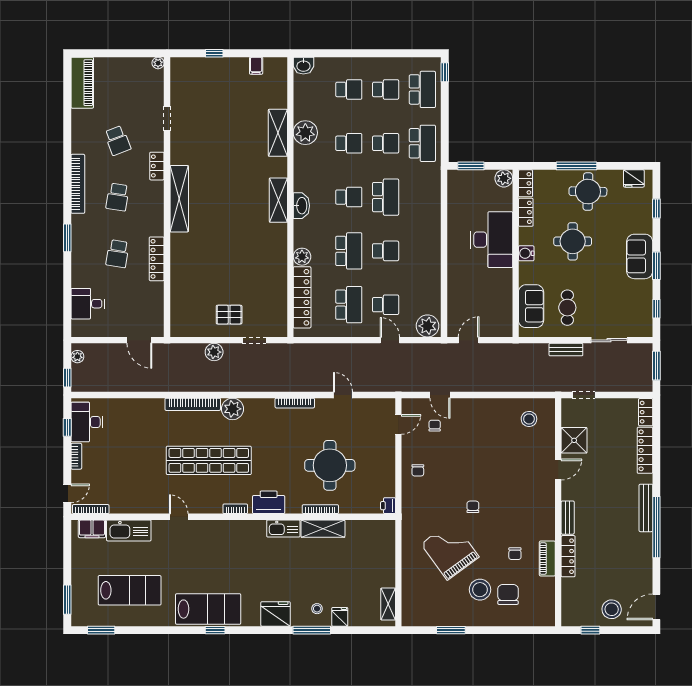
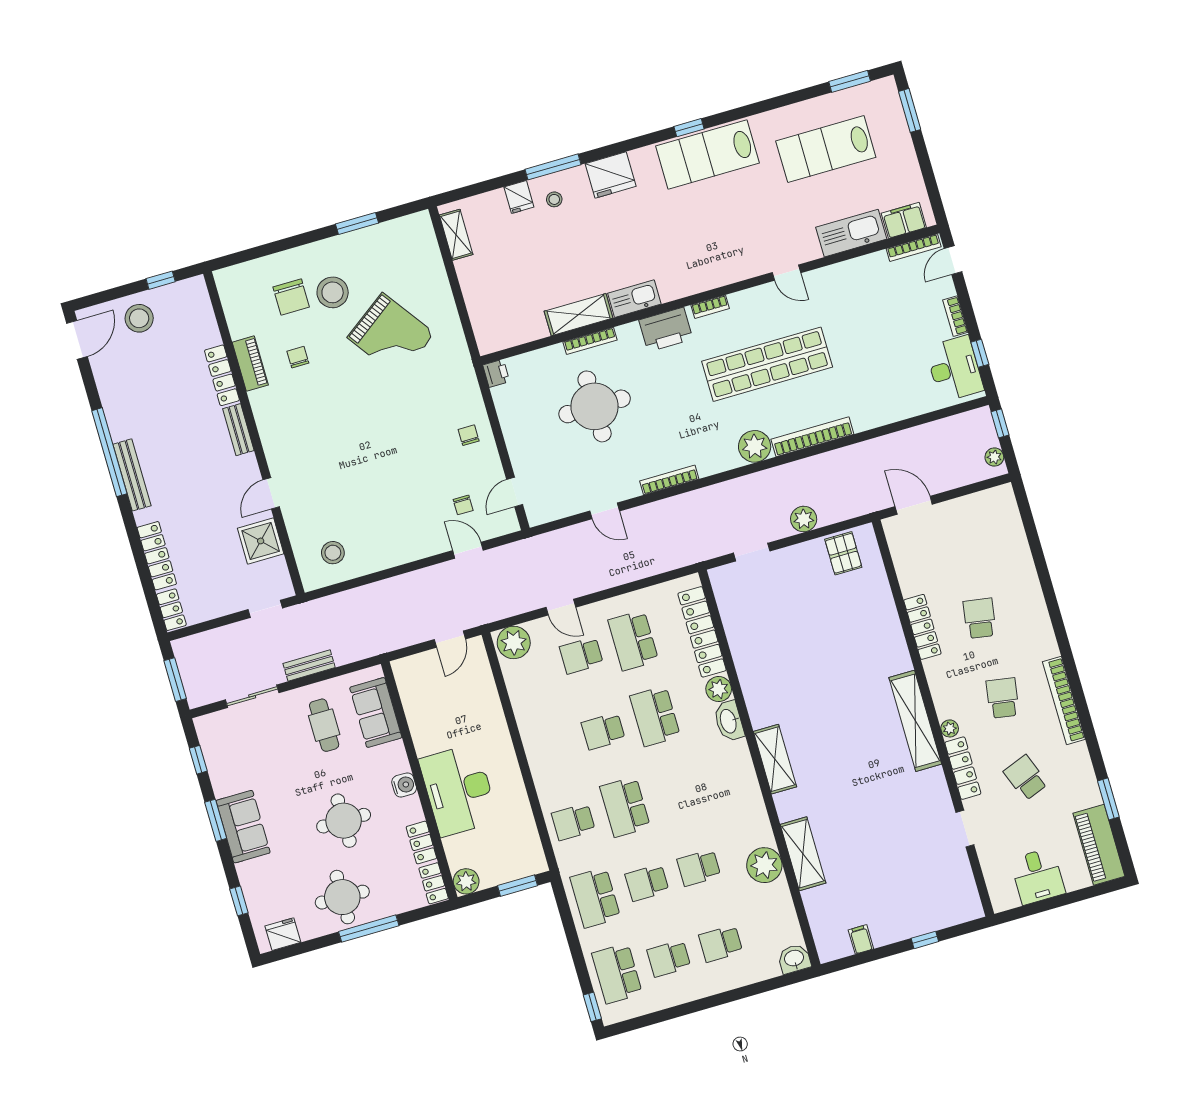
plant: (158, 63) -> (950, 728), moved
locker: (157, 166) -> (963, 768), width x1.53
school desk: (349, 197) -> (573, 822), moved
washbasin: (301, 206) -> (729, 721), moved
window: (67, 238) -> (1108, 799), moved
desk: (88, 304) -> (1038, 876), moved, turned 90
pallet: (229, 315) -> (843, 553), moved, turned 90
chair: (473, 507) -> (376, 406), removed

